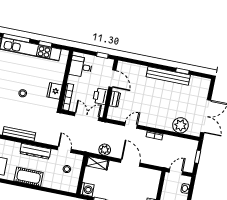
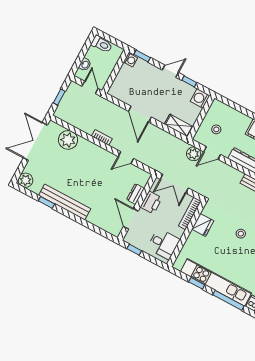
plant: (204, 84) -> (25, 180), added
door: (64, 150) -> (212, 153), hinge flipped
plant: (105, 150) -> (194, 154), moved
door: (176, 172) -> (90, 87), swing flipped

